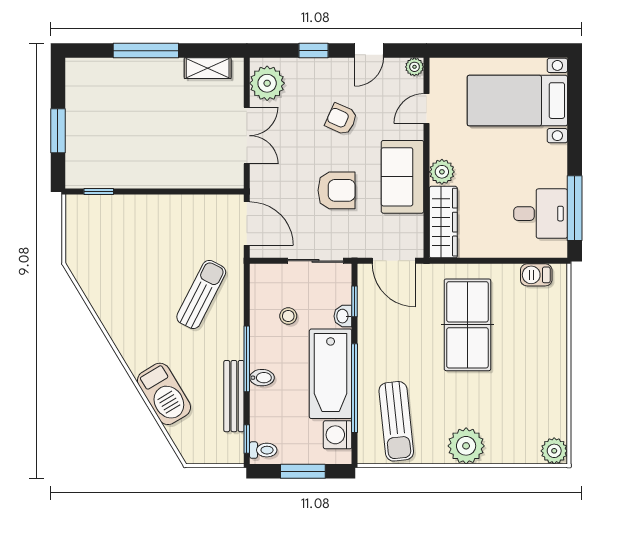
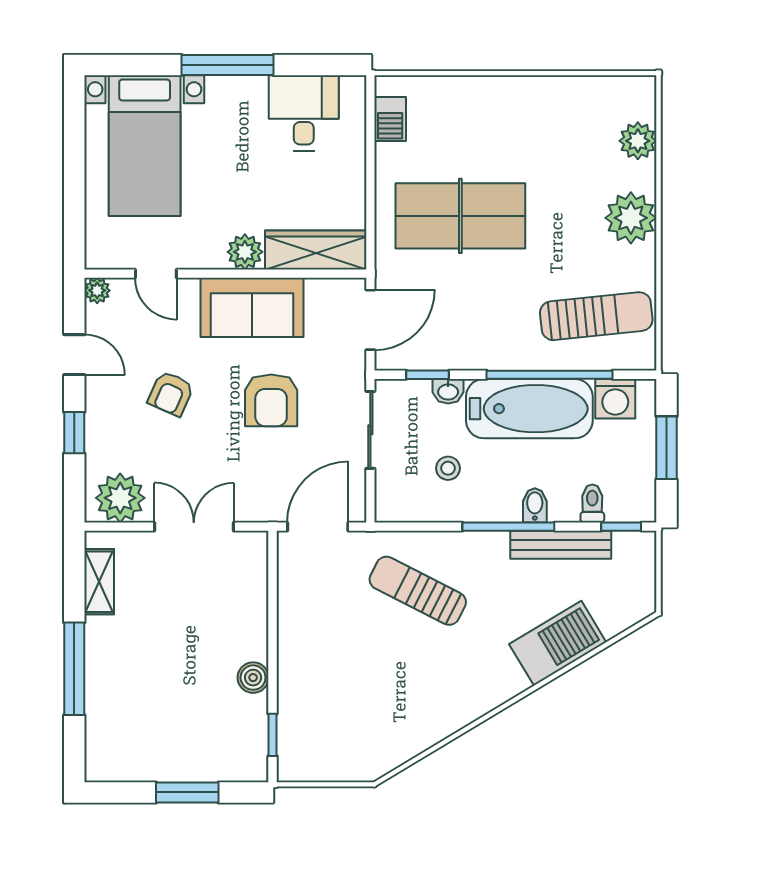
boiler: (140, 178) -> (253, 678), added
armchair: (337, 190) -> (271, 400), turned 180
window: (575, 208) -> (227, 65), moved
toilet: (263, 450) -> (592, 503), moved
plant: (554, 451) -> (638, 141), moved

